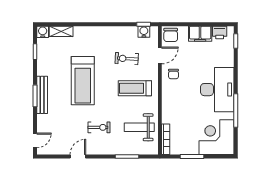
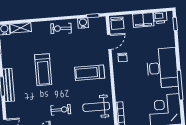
water cooler: (144, 32) -> (83, 23), moved
exercise bike: (127, 59) -> (61, 28), moved
treadmill: (83, 81) -> (43, 70), width x0.73, depth x0.73

